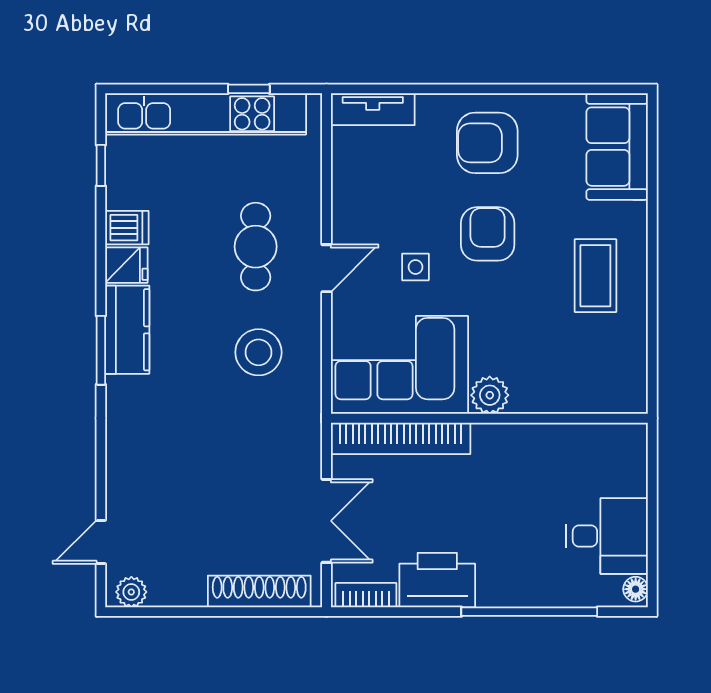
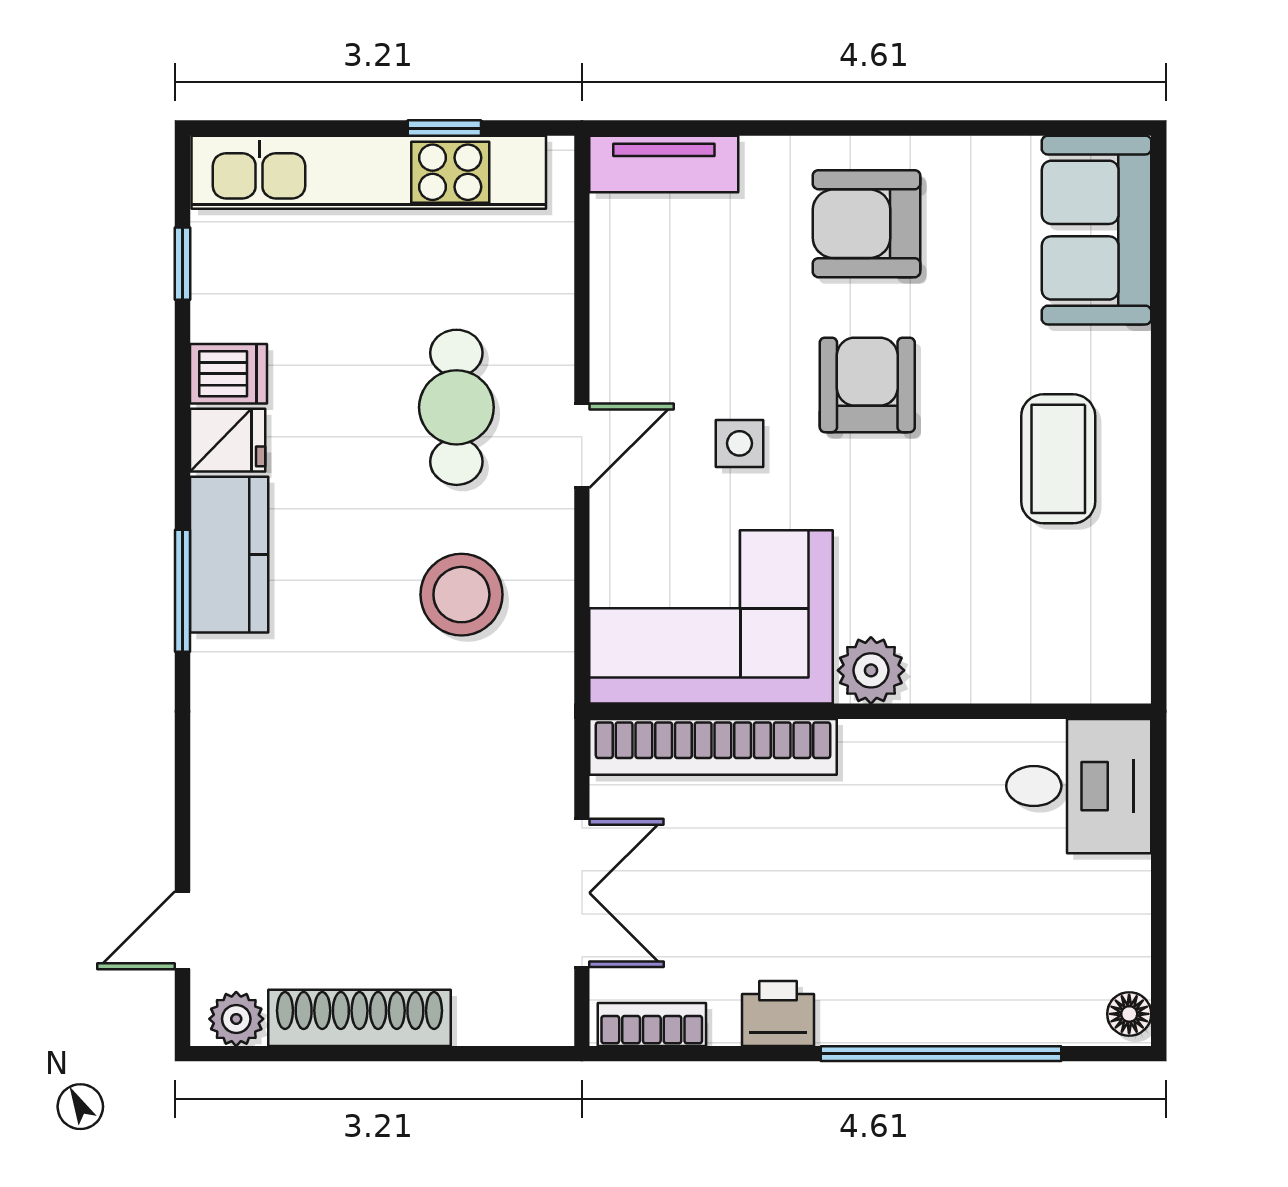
desk: (607, 536) -> (1079, 786), moved
printer: (437, 580) -> (778, 1013), width x0.53, depth x0.68
shoe rack: (259, 591) -> (360, 1018), moved

